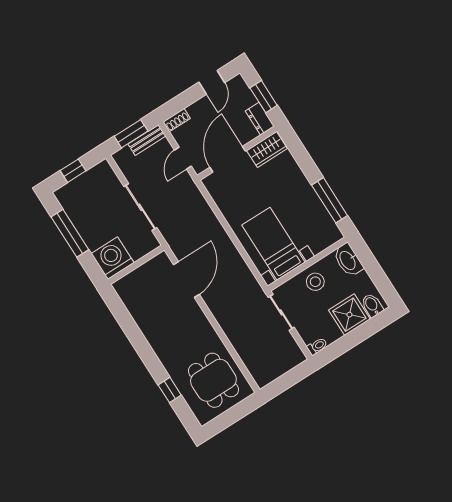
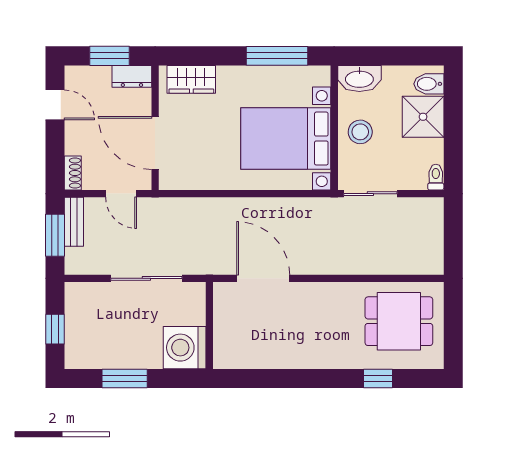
wardrobe: (267, 149) -> (191, 79), moved, turned 90
window: (70, 233) -> (125, 379), width x0.69
bed with nightstands: (273, 244) -> (286, 139), width x1.36

